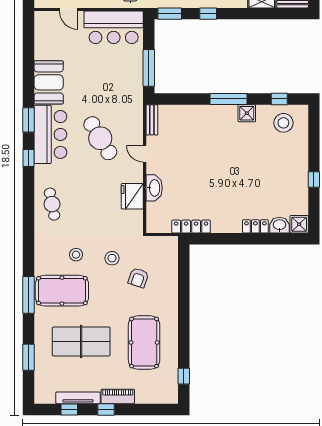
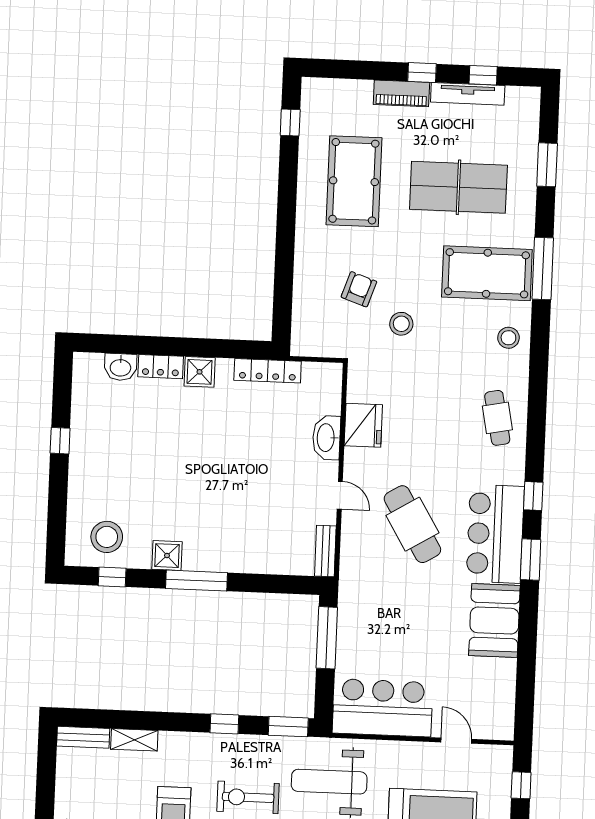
shower: (299, 224) -> (200, 372), moved
stool: (76, 255) -> (508, 338), moved

